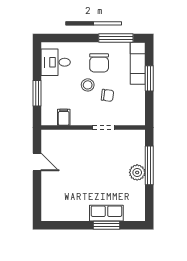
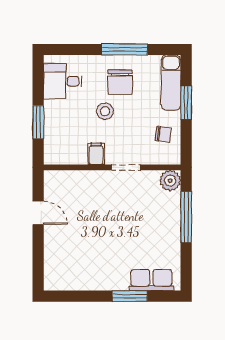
window: (116, 38) -> (125, 49), moved
chair: (107, 95) -> (163, 134), moved
filing cabinet: (64, 117) -> (96, 154), moved
plant: (137, 172) -> (170, 181), moved
row of seats: (106, 213) -> (151, 280), moved

